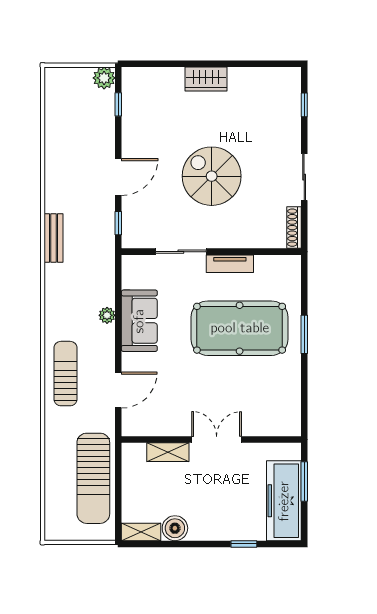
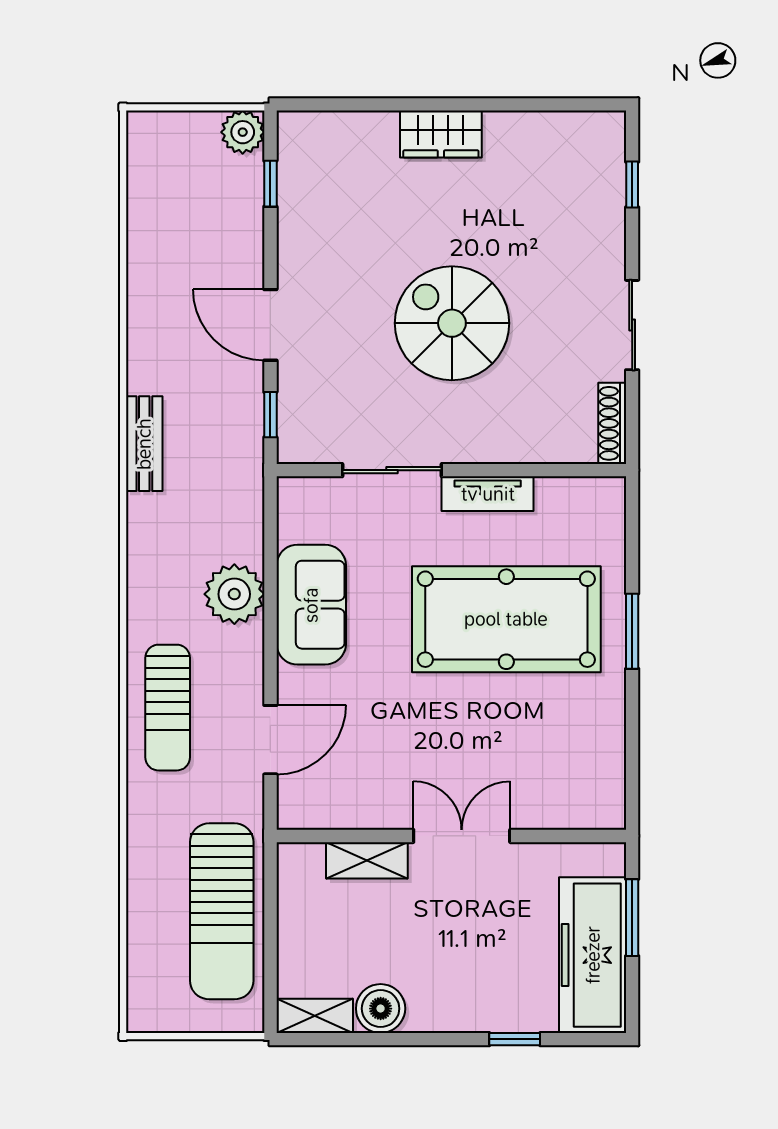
door: (118, 177) -> (270, 325), swing flipped
plant: (107, 315) -> (234, 594), width x1.88, depth x1.88
sun lounger: (66, 374) -> (168, 708), turned 180

